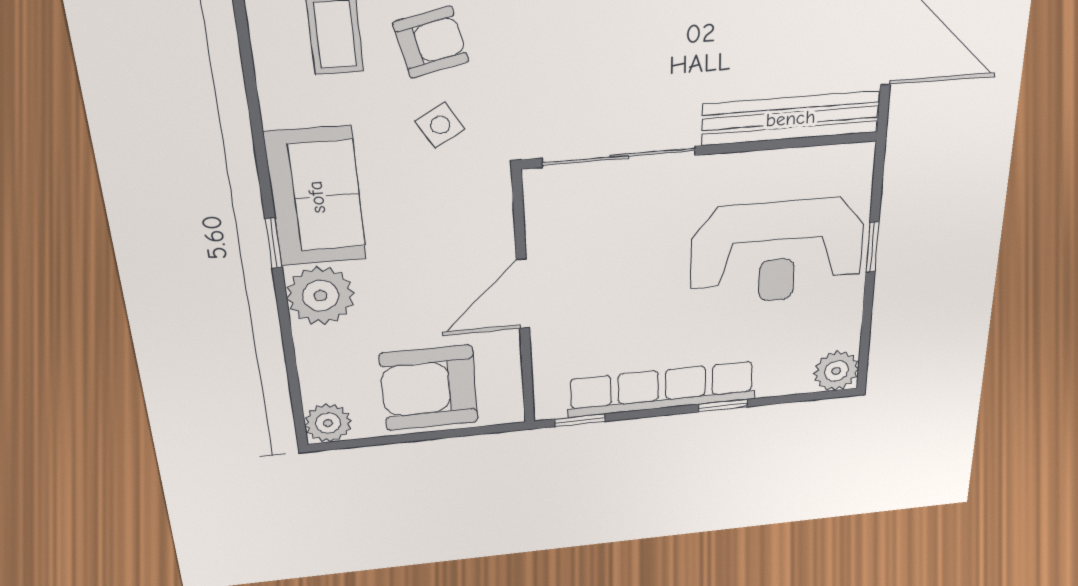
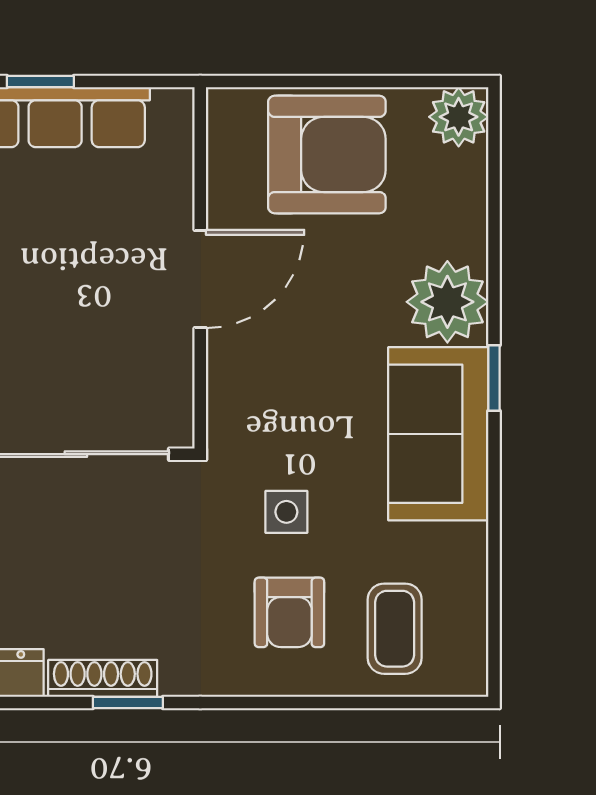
armchair: (431, 42) -> (289, 612), turned -77
side table: (440, 125) -> (286, 512), turned 30
window: (580, 420) -> (40, 82), moved

